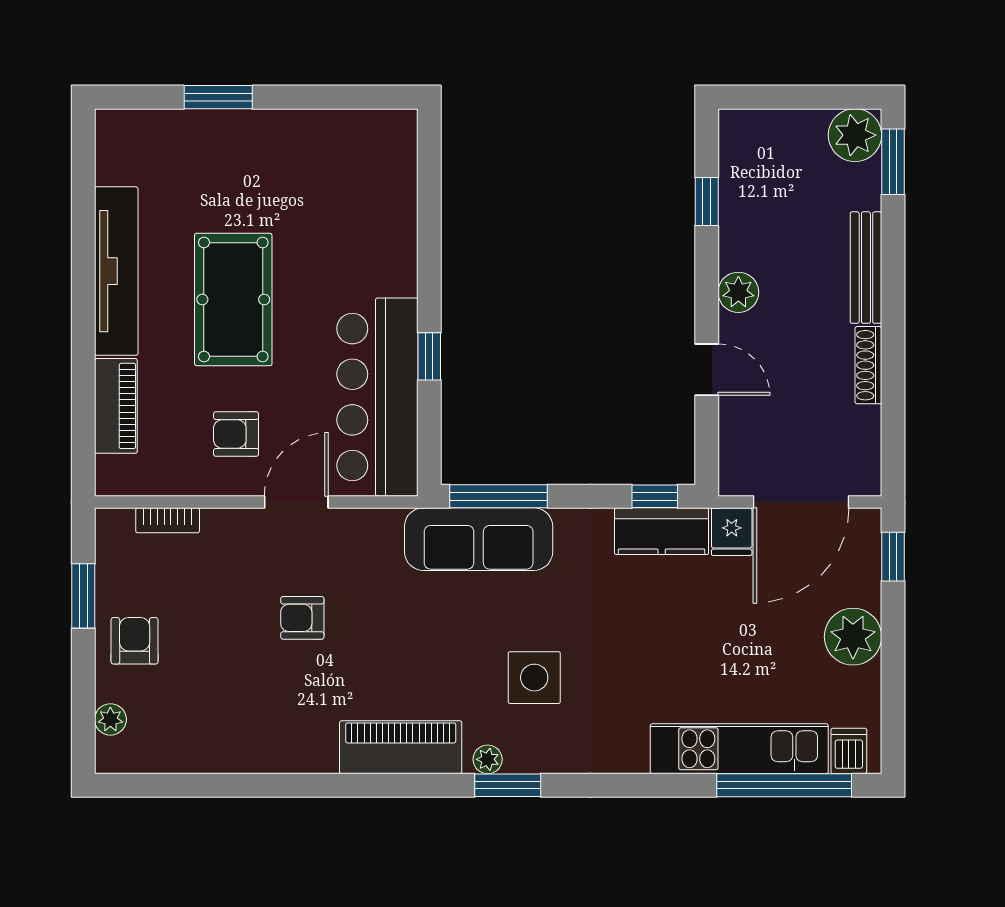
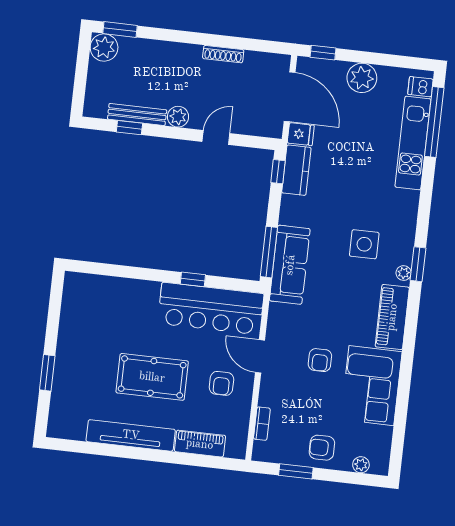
bench: (866, 268) -> (137, 114), moved
corner sofa: (264, 722) -> (371, 386), added

